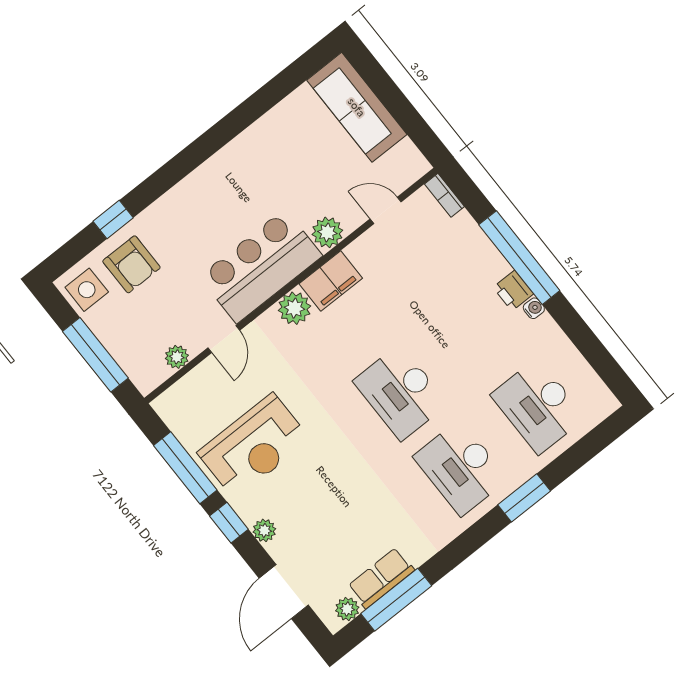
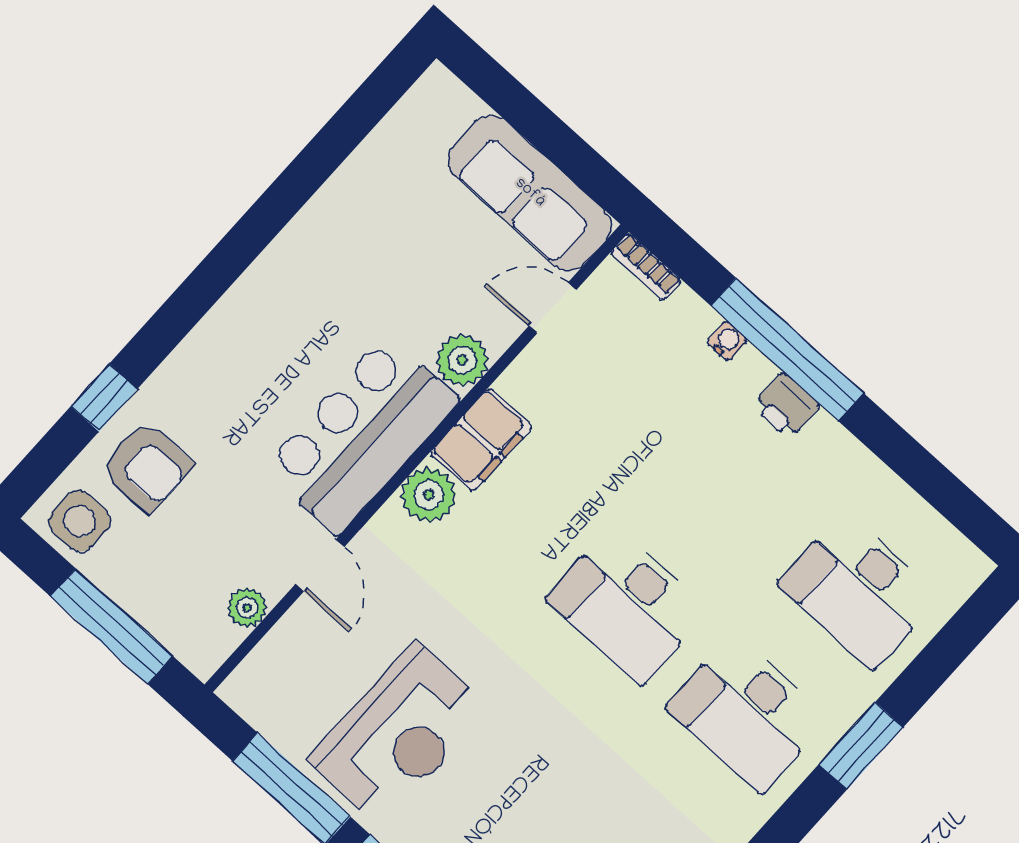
sofa: (357, 107) -> (530, 193), moved
water cooler: (534, 308) -> (727, 341), moved

